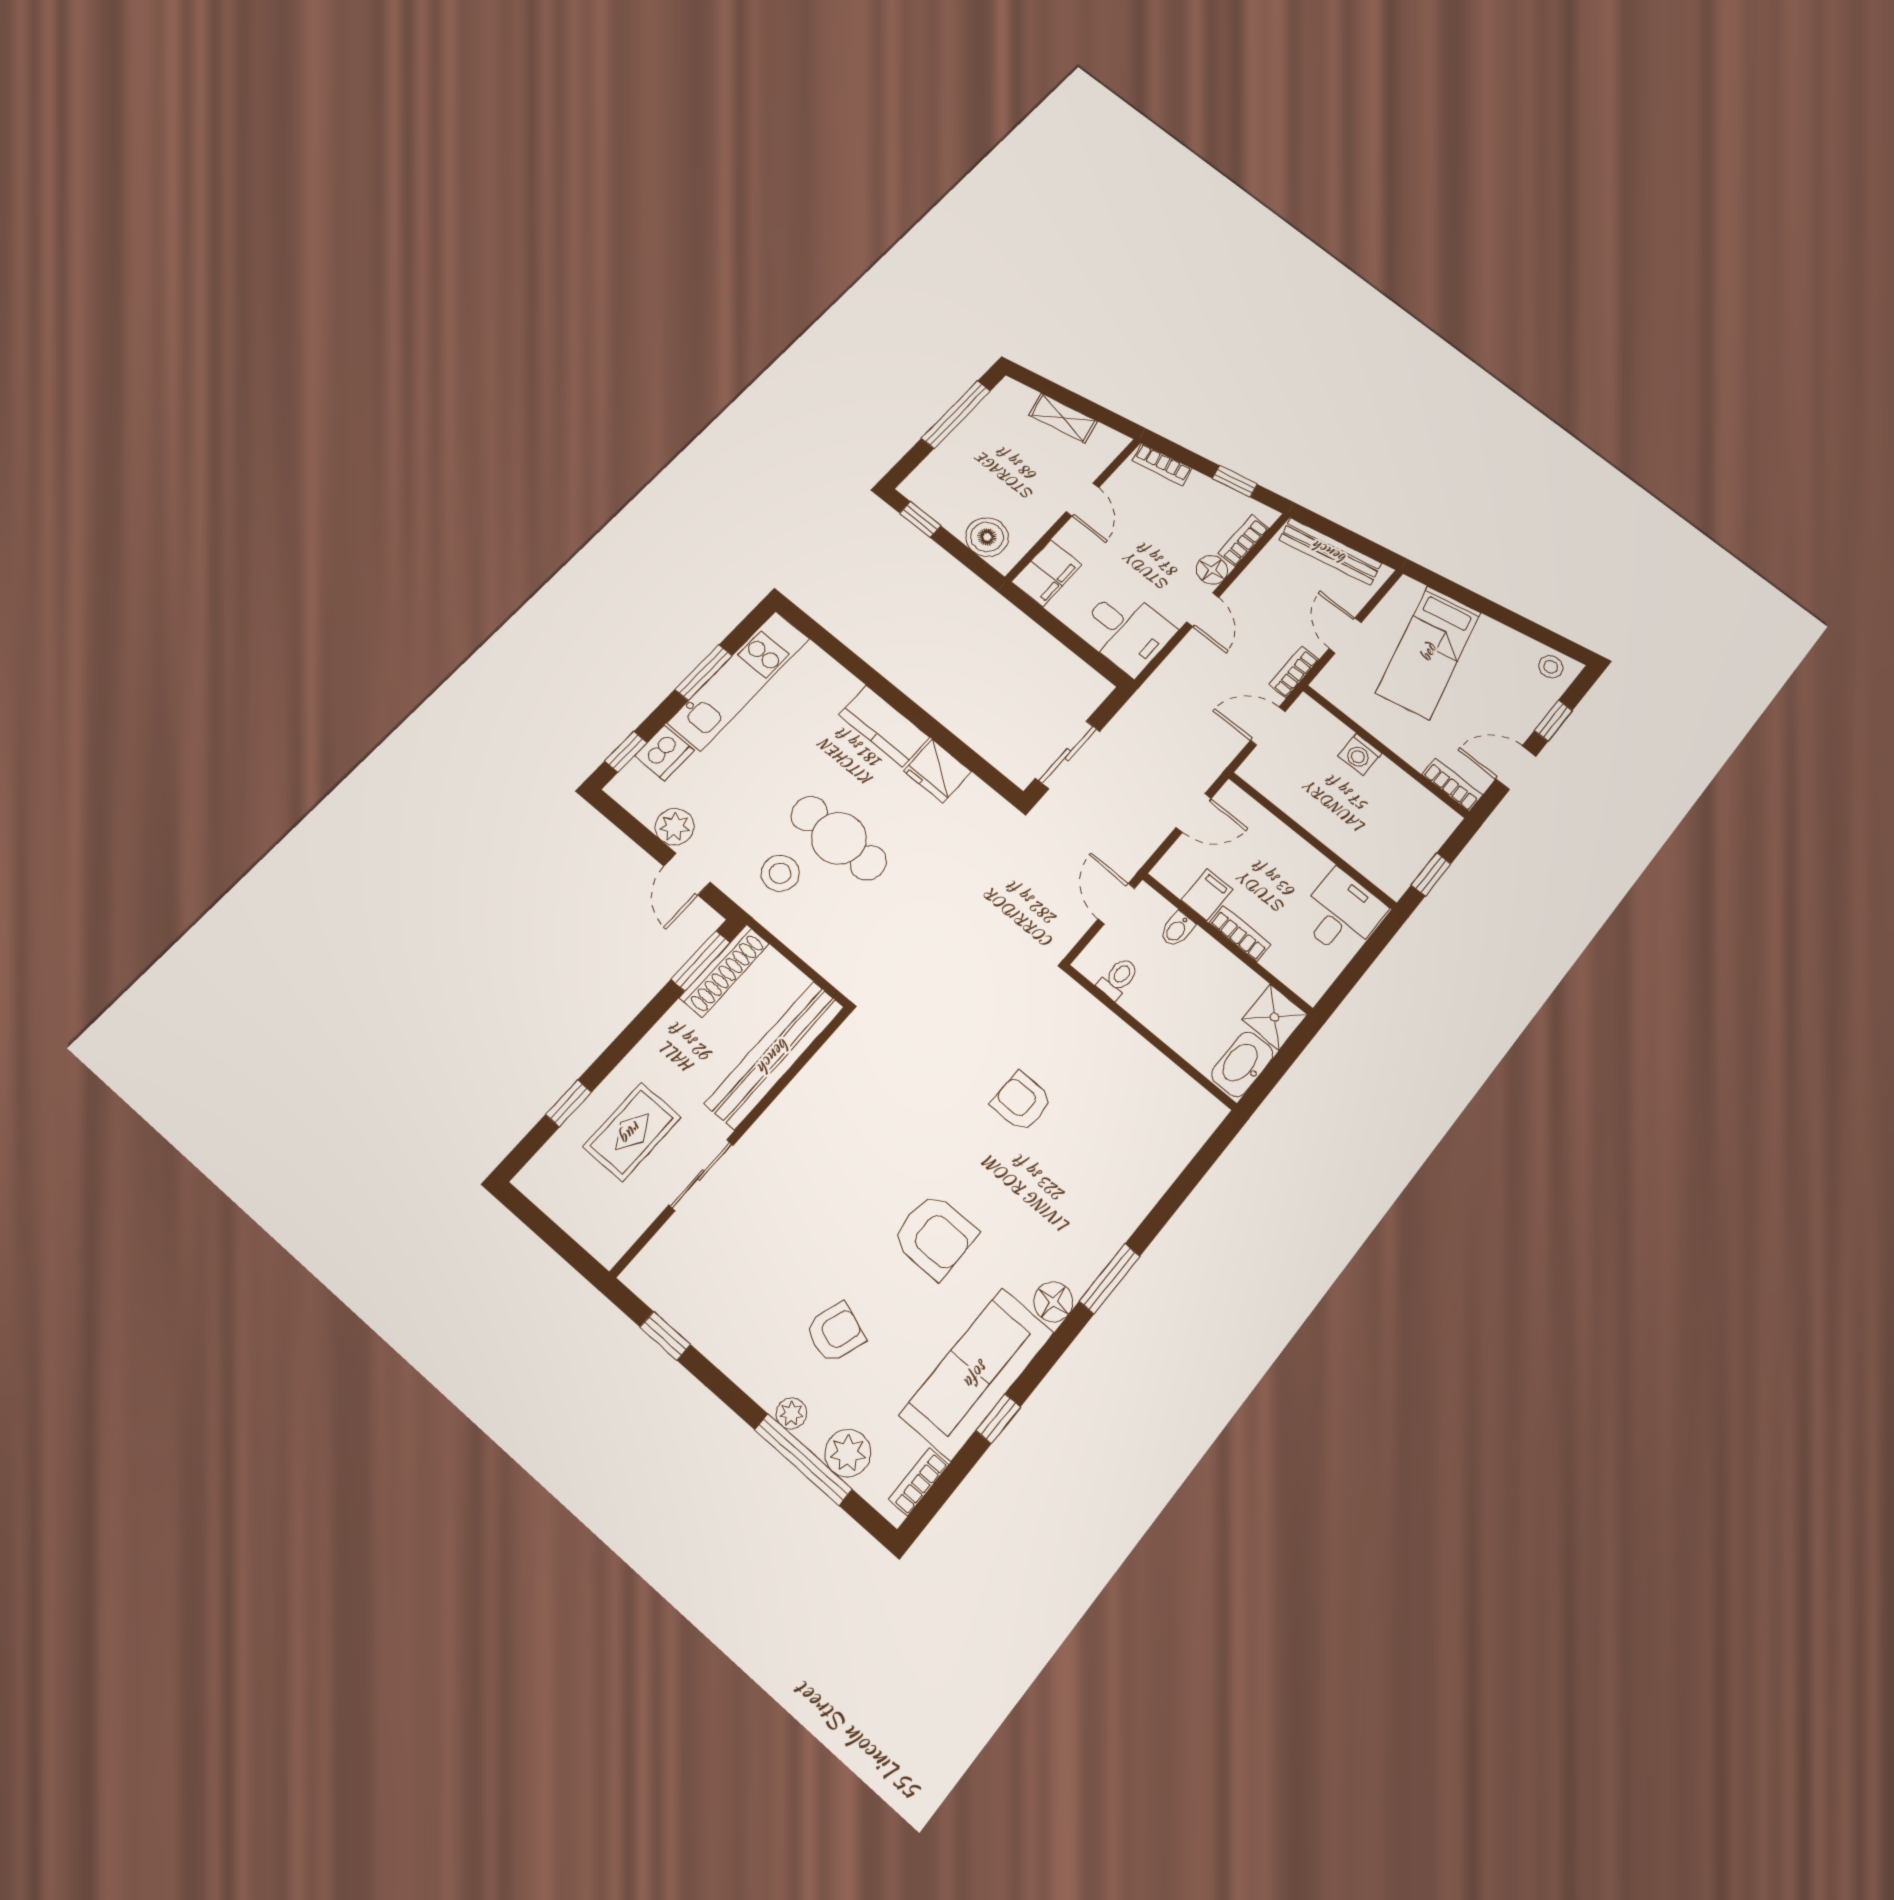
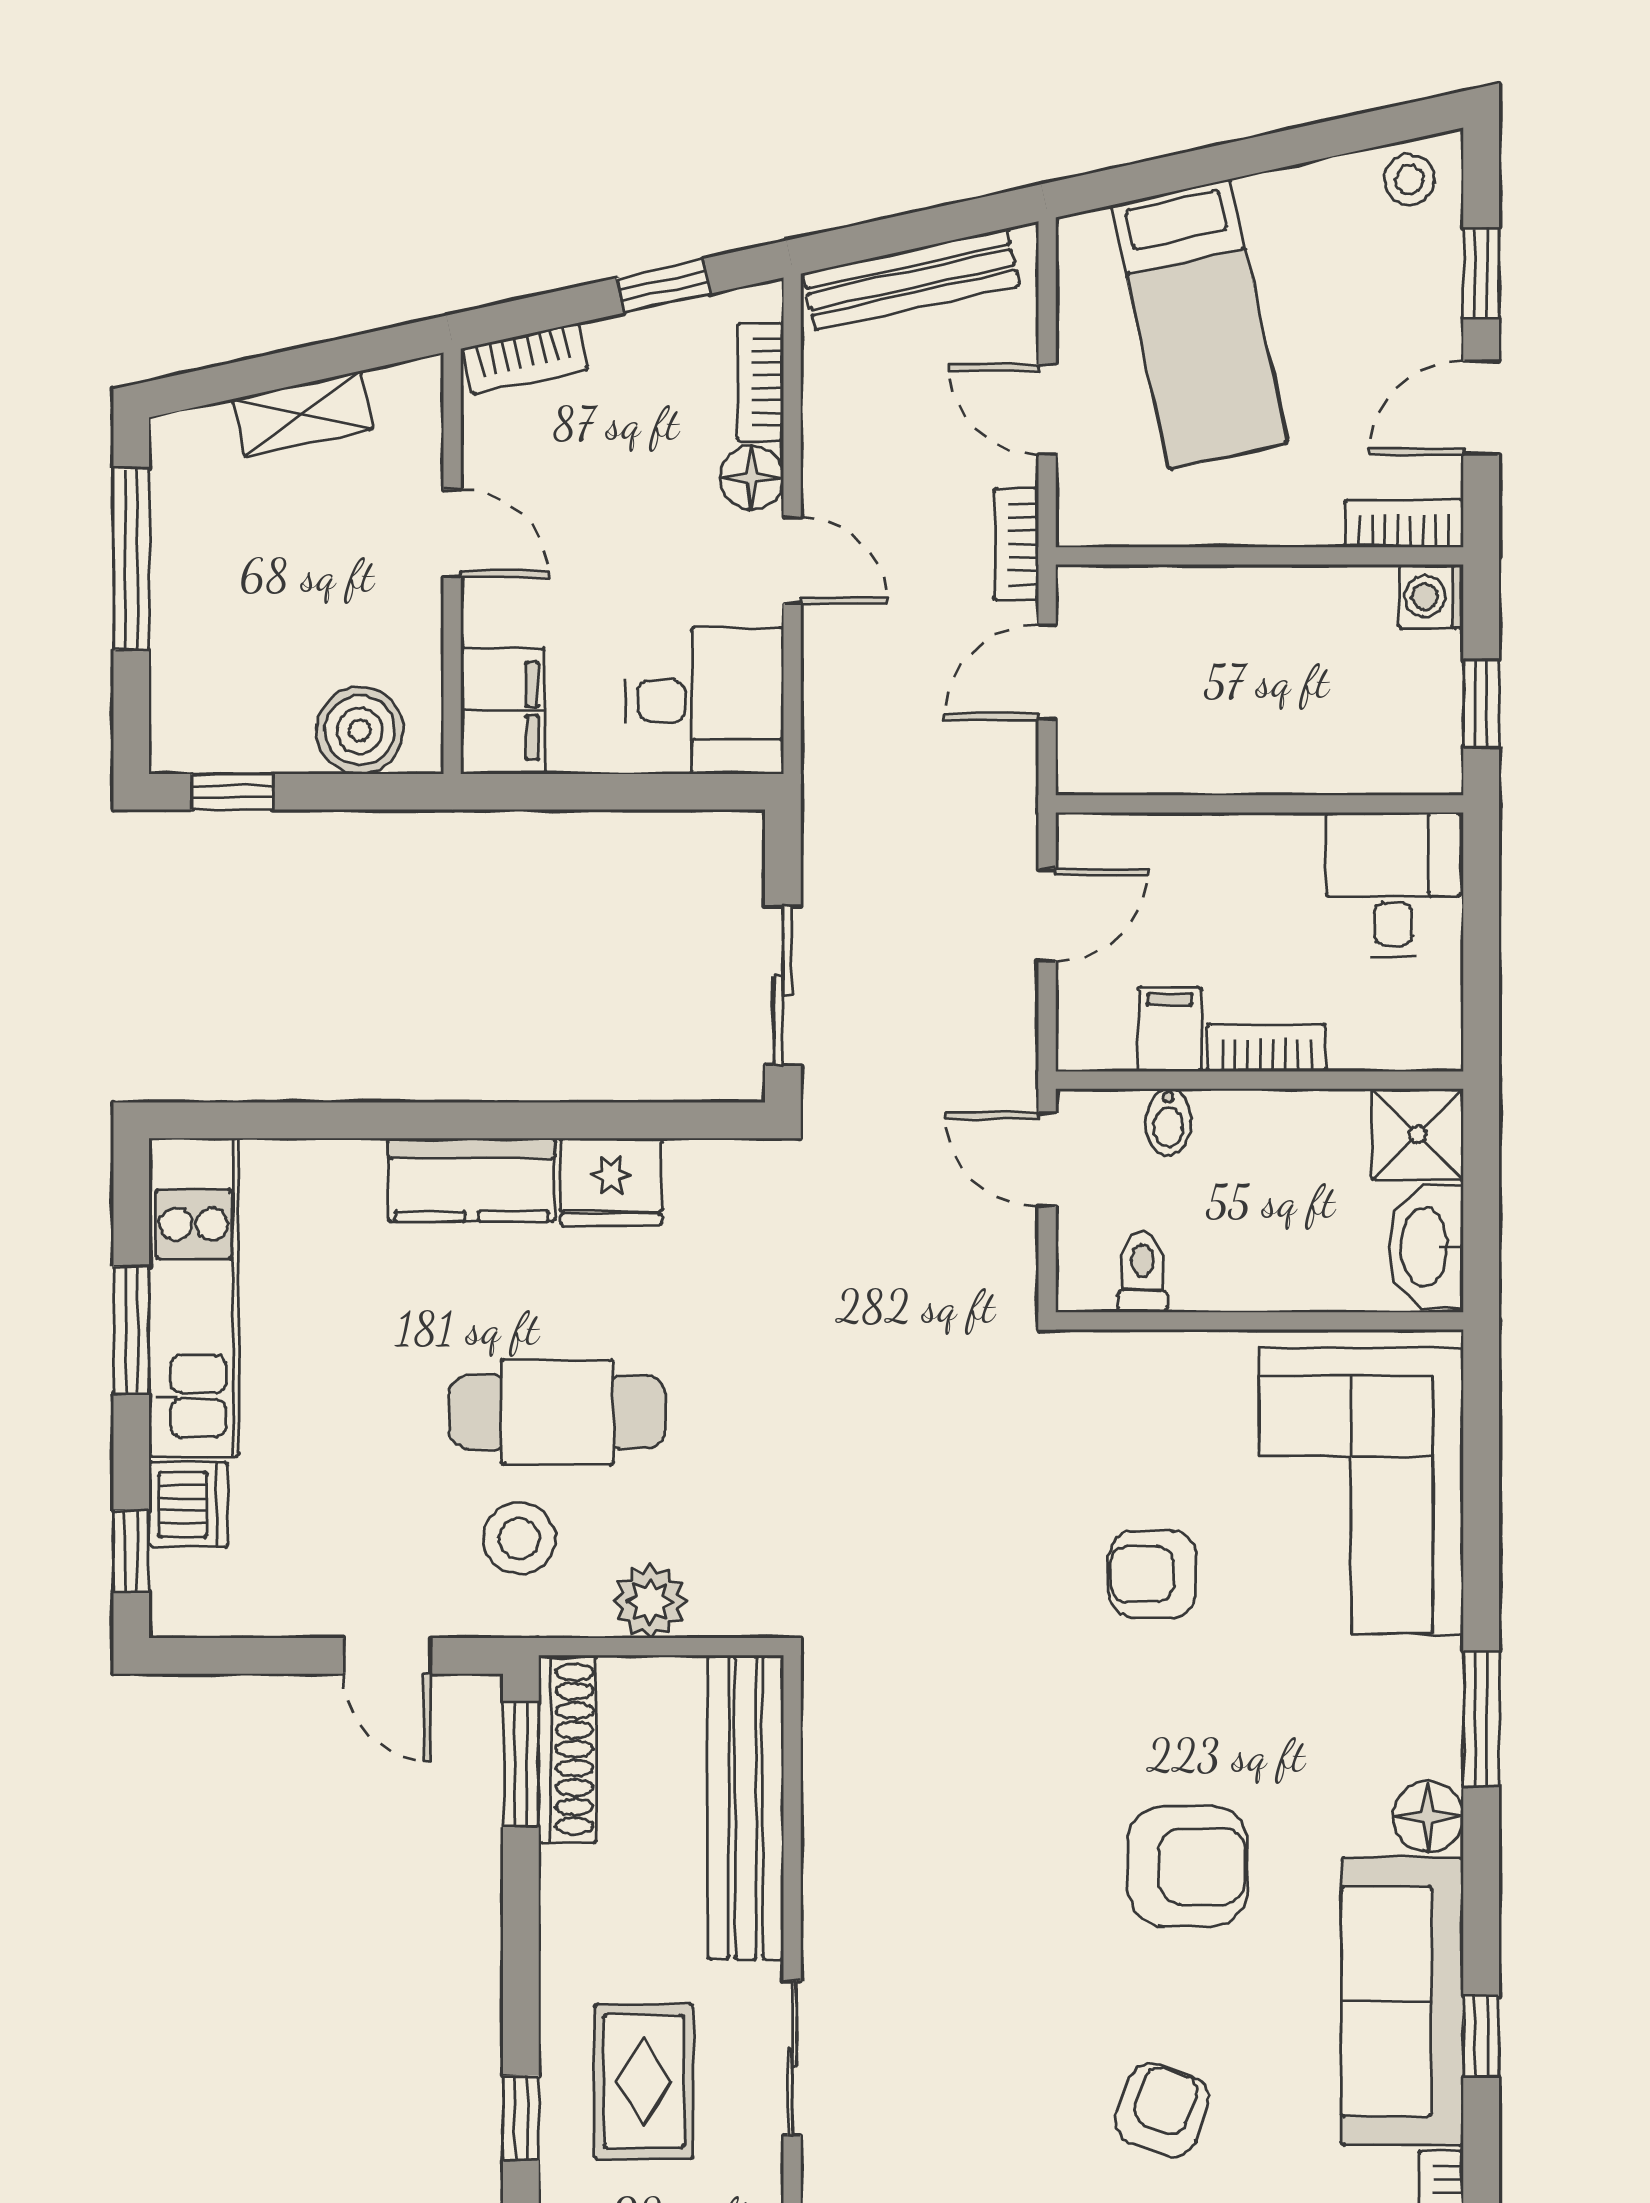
washing machine: (1360, 754) -> (1431, 596), moved, turned 90
plant: (675, 827) -> (650, 1601), moved
corner sofa: (1136, 1140) -> (1361, 1490), added

